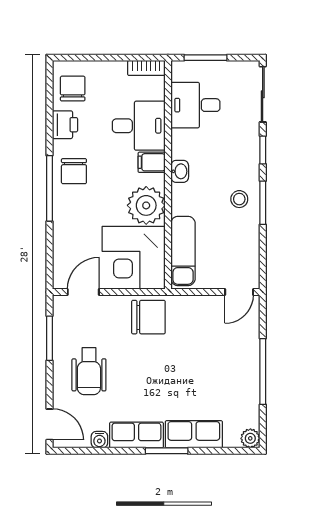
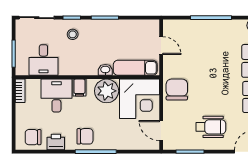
washbasin: (180, 171) -> (105, 70), moved
stool: (239, 199) -> (73, 34), moved
door: (239, 292) -> (161, 46), moved

